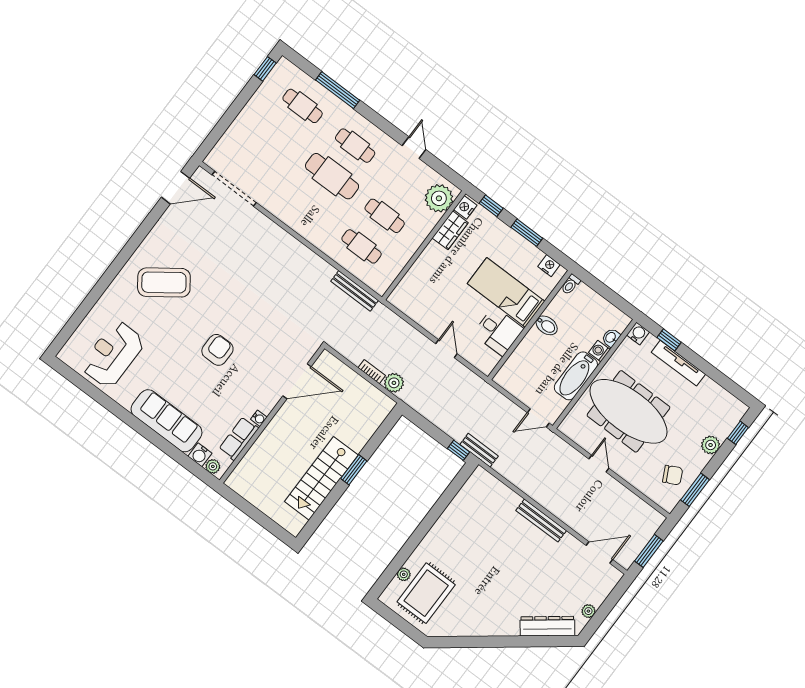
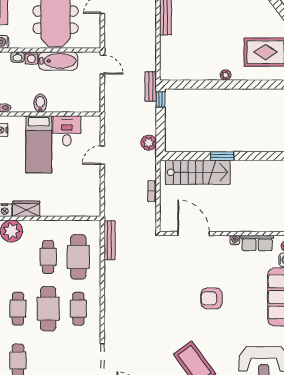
cafe table: (309, 207) -> (78, 309), added
cafe table: (362, 246) -> (78, 257), width x1.37, depth x1.35
plant: (394, 383) -> (149, 143), moved
stairs: (321, 478) -> (198, 172), moved
plant: (404, 574) -> (226, 75), moved

